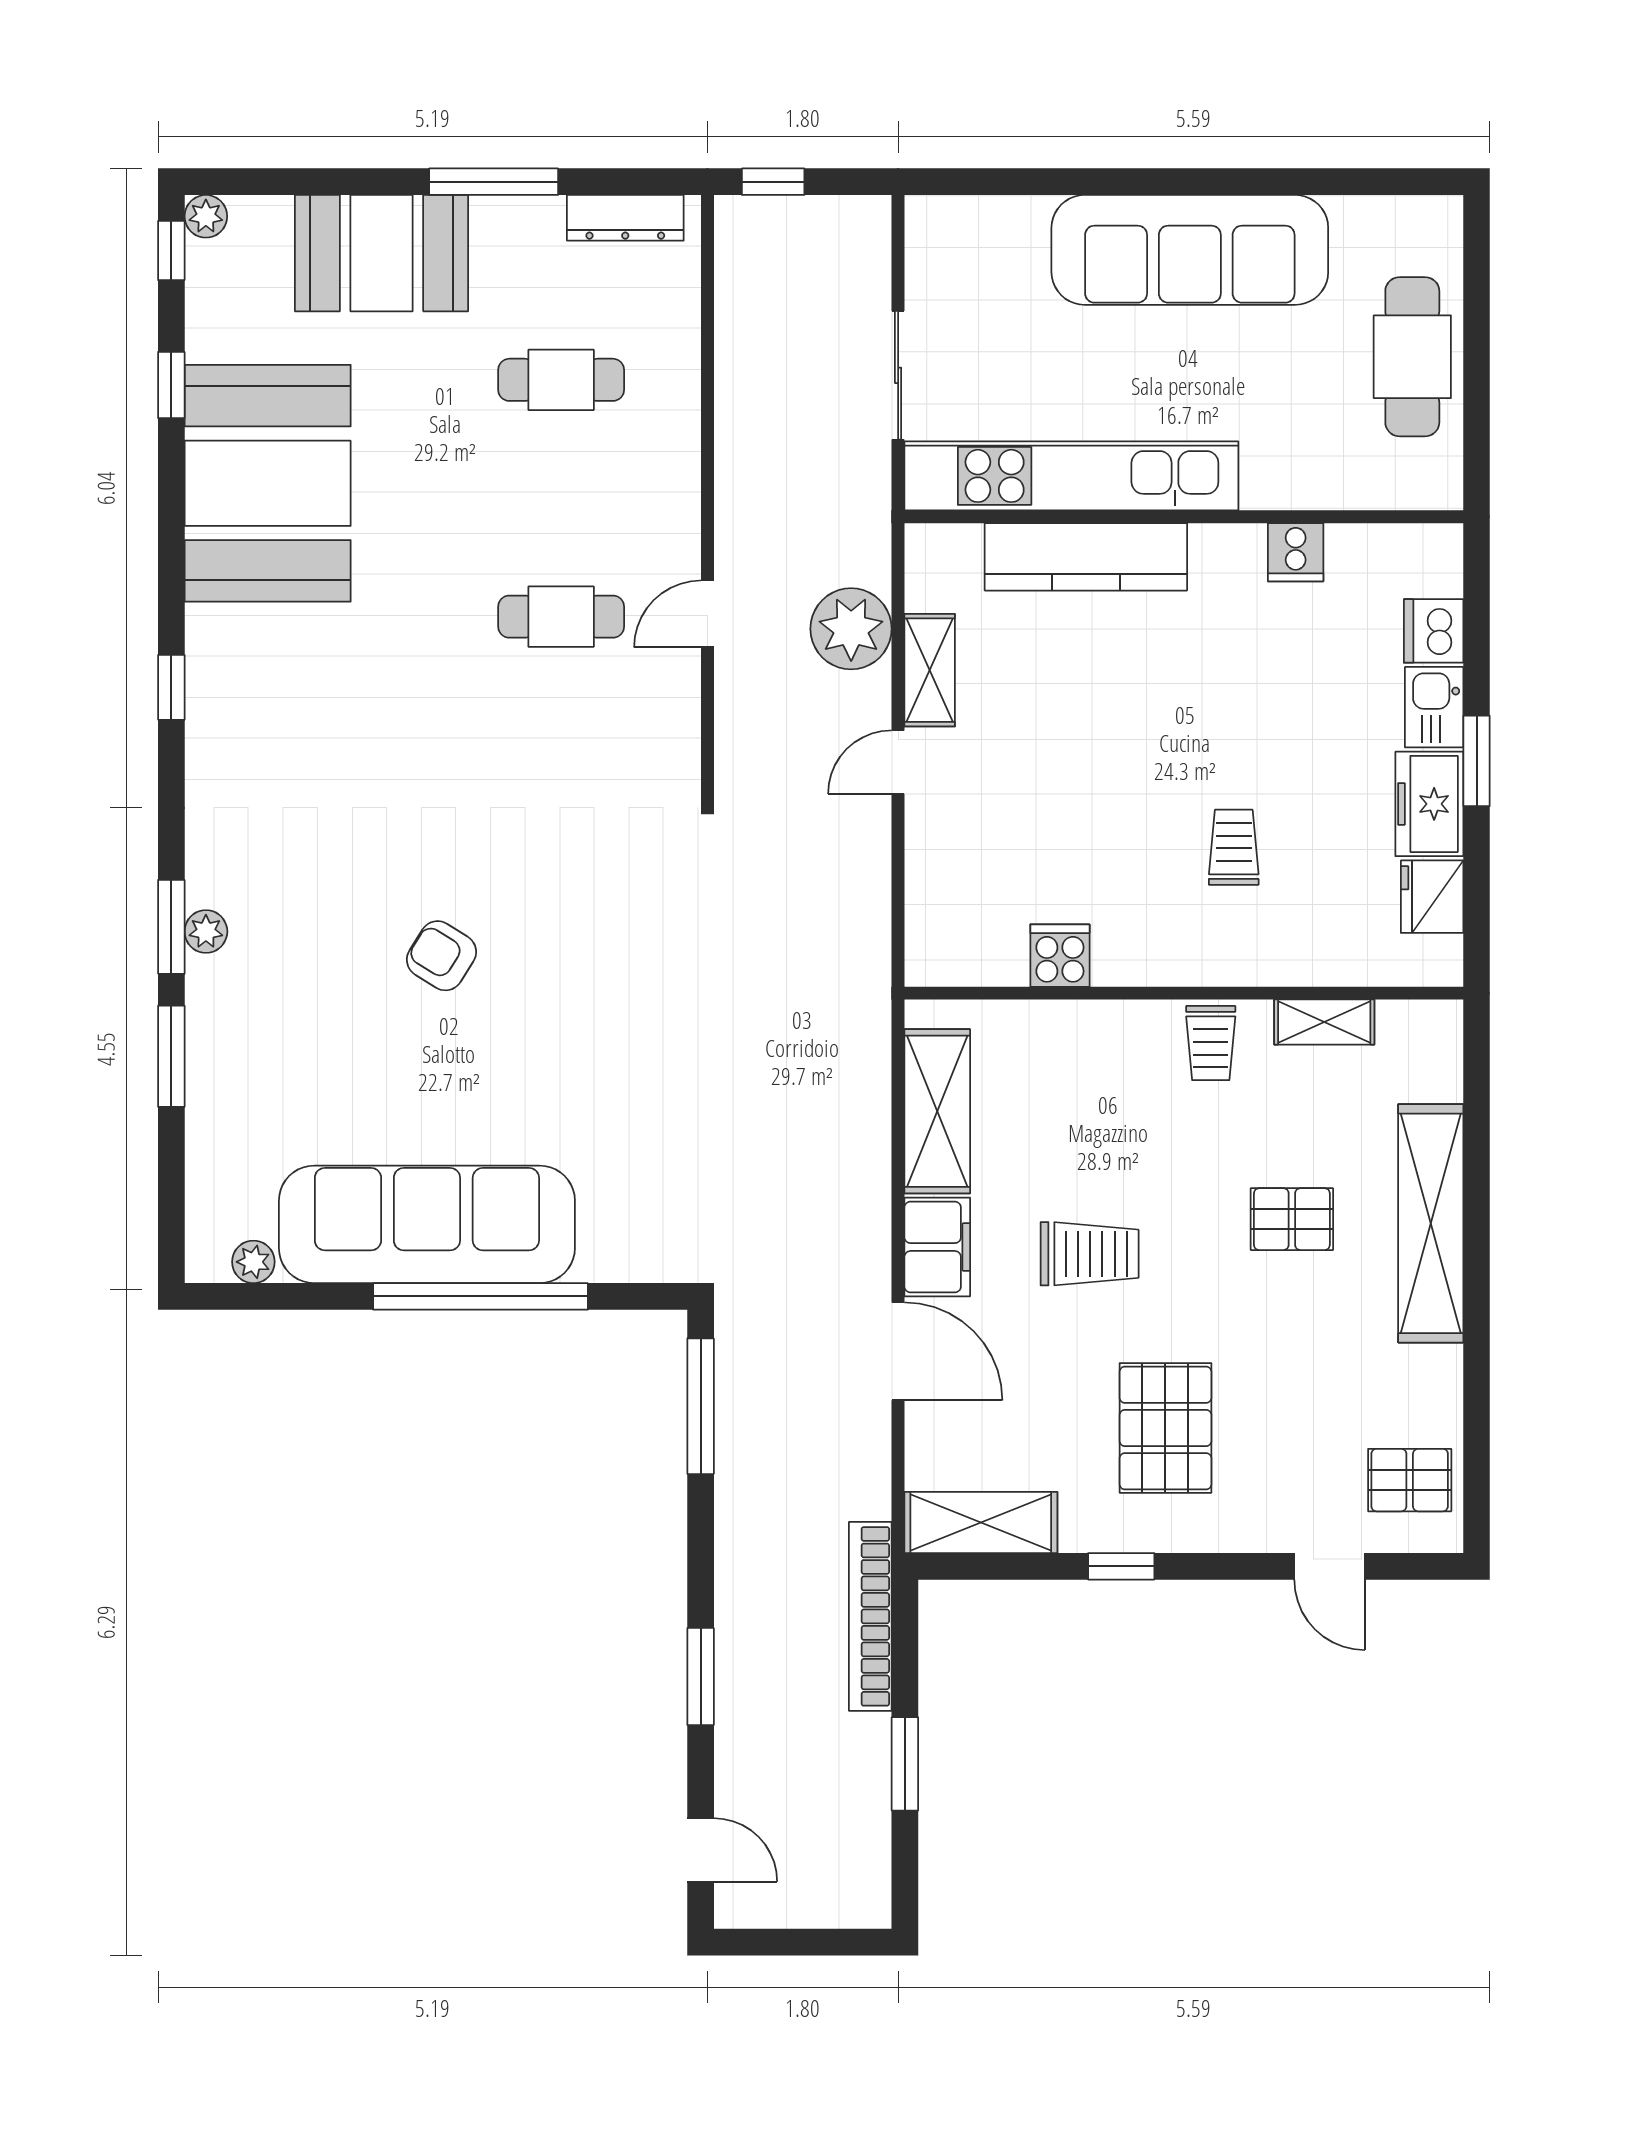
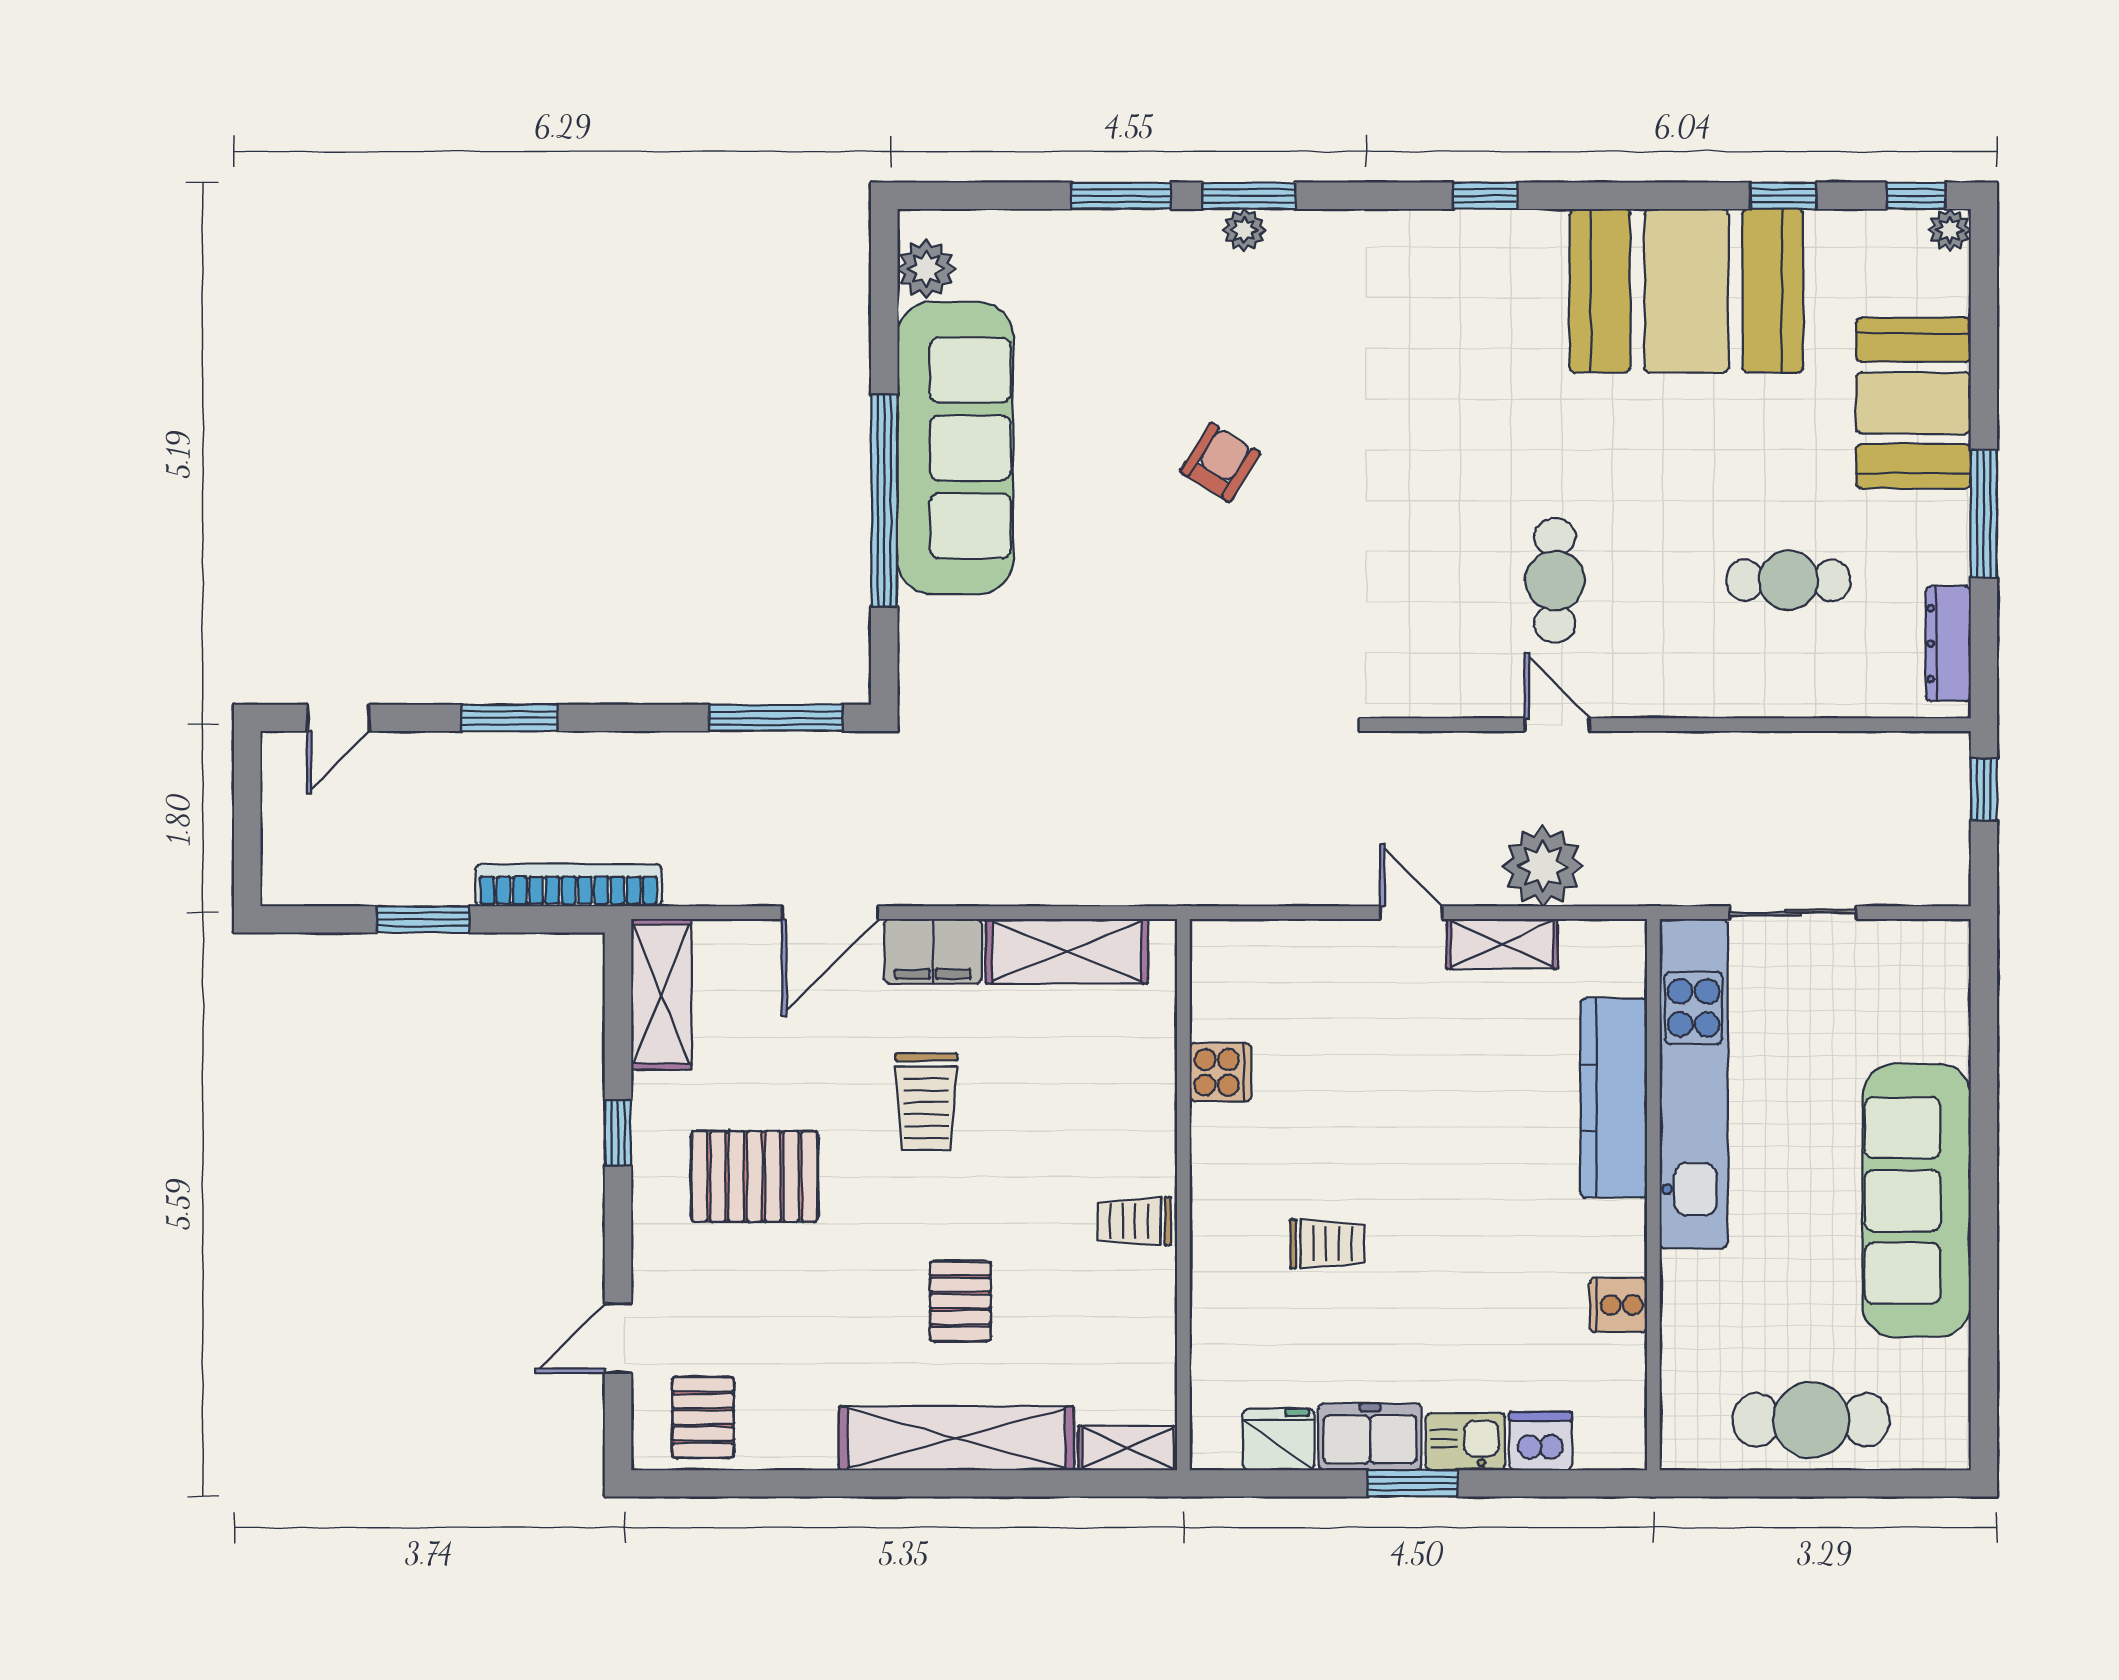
cafe table: (561, 380) -> (1788, 580), turned 90
shelving: (1324, 1022) -> (1128, 1448), moved, turned 90
plant: (253, 1262) -> (926, 269), width x1.38, depth x1.38

